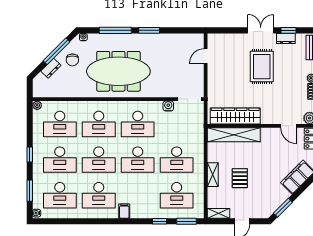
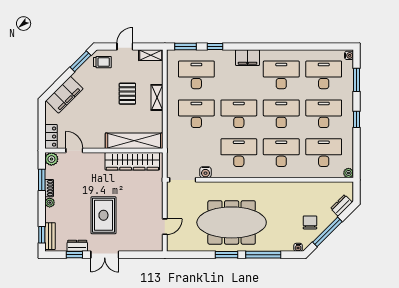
dresser: (51, 68) -> (341, 205), moved
meeting table: (118, 71) -> (232, 222), moved
trolley: (263, 207) -> (102, 62), added
filing cabinet: (124, 211) -> (248, 58), width x2.00

